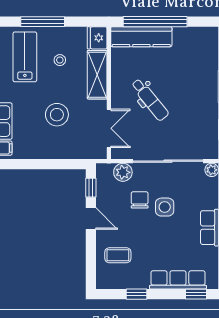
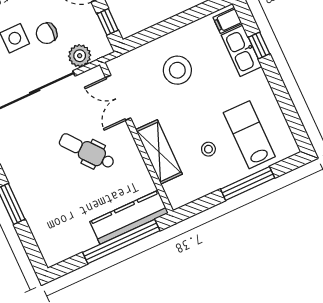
fridge: (97, 38) -> (178, 193), removed
lab bench: (25, 57) -> (249, 135), turned 180
stool: (57, 115) -> (177, 70), moved
chair: (140, 200) -> (47, 33), turned 90

